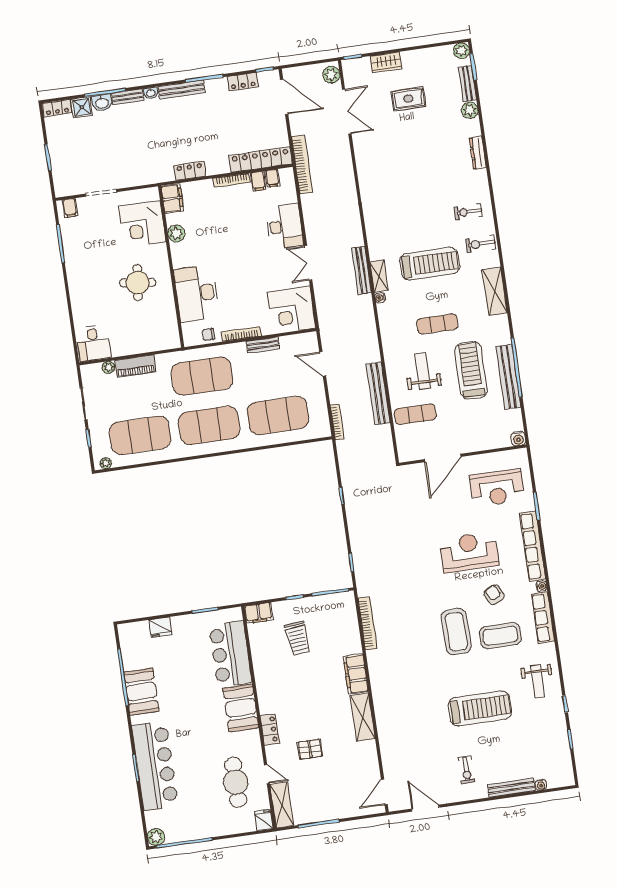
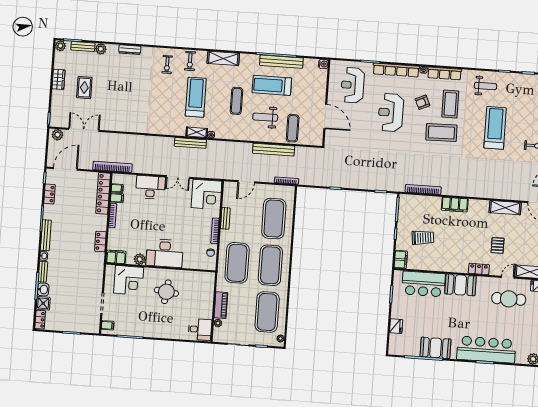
wardrobe: (386, 62) -> (58, 79), moved
desk: (197, 293) -> (165, 253), moved
reception desk: (497, 488) -> (353, 85), turned 180
shelving: (363, 717) -> (505, 208), moved

